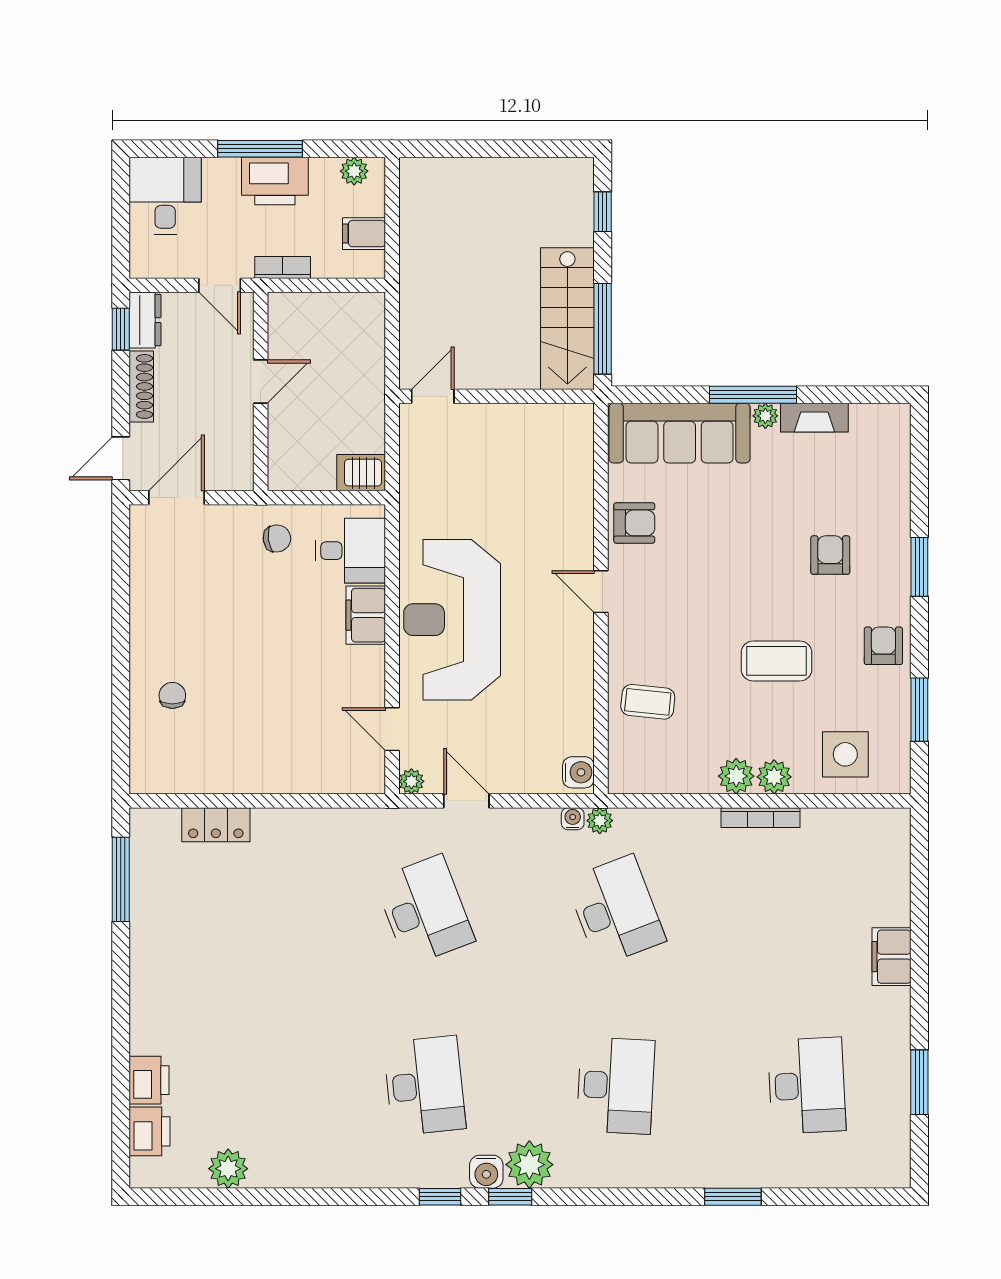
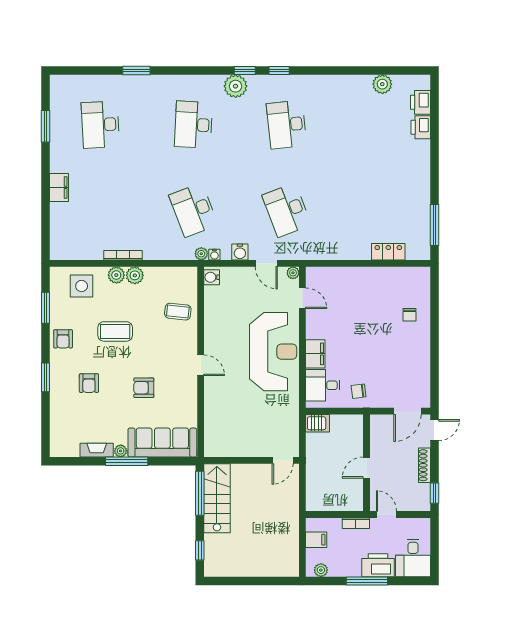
printer: (275, 181) -> (378, 565), moved
dresser: (145, 320) -> (423, 498), removed
armchair: (634, 523) -> (144, 388), moved
water cooler: (486, 1172) -> (240, 252), moved, turned 180

